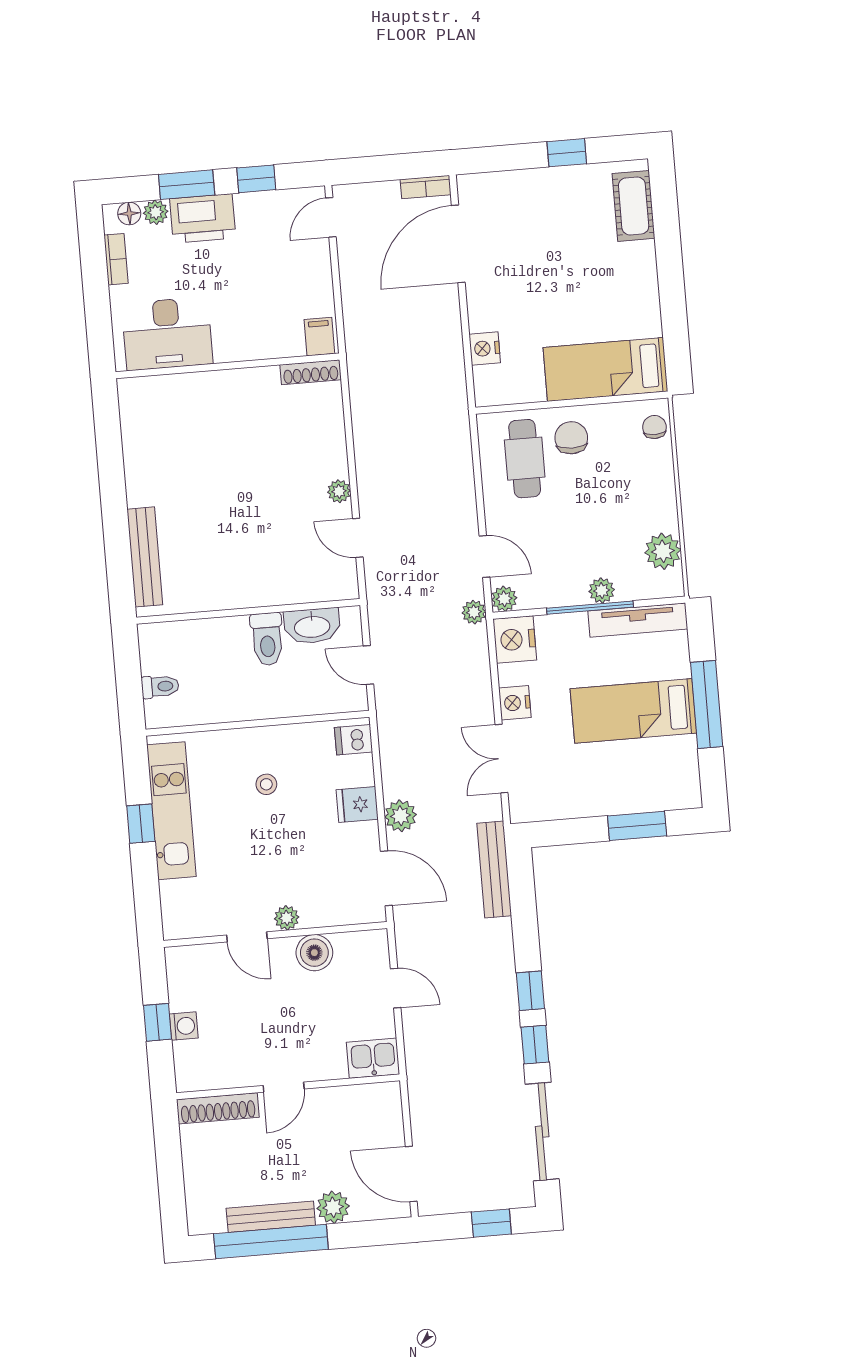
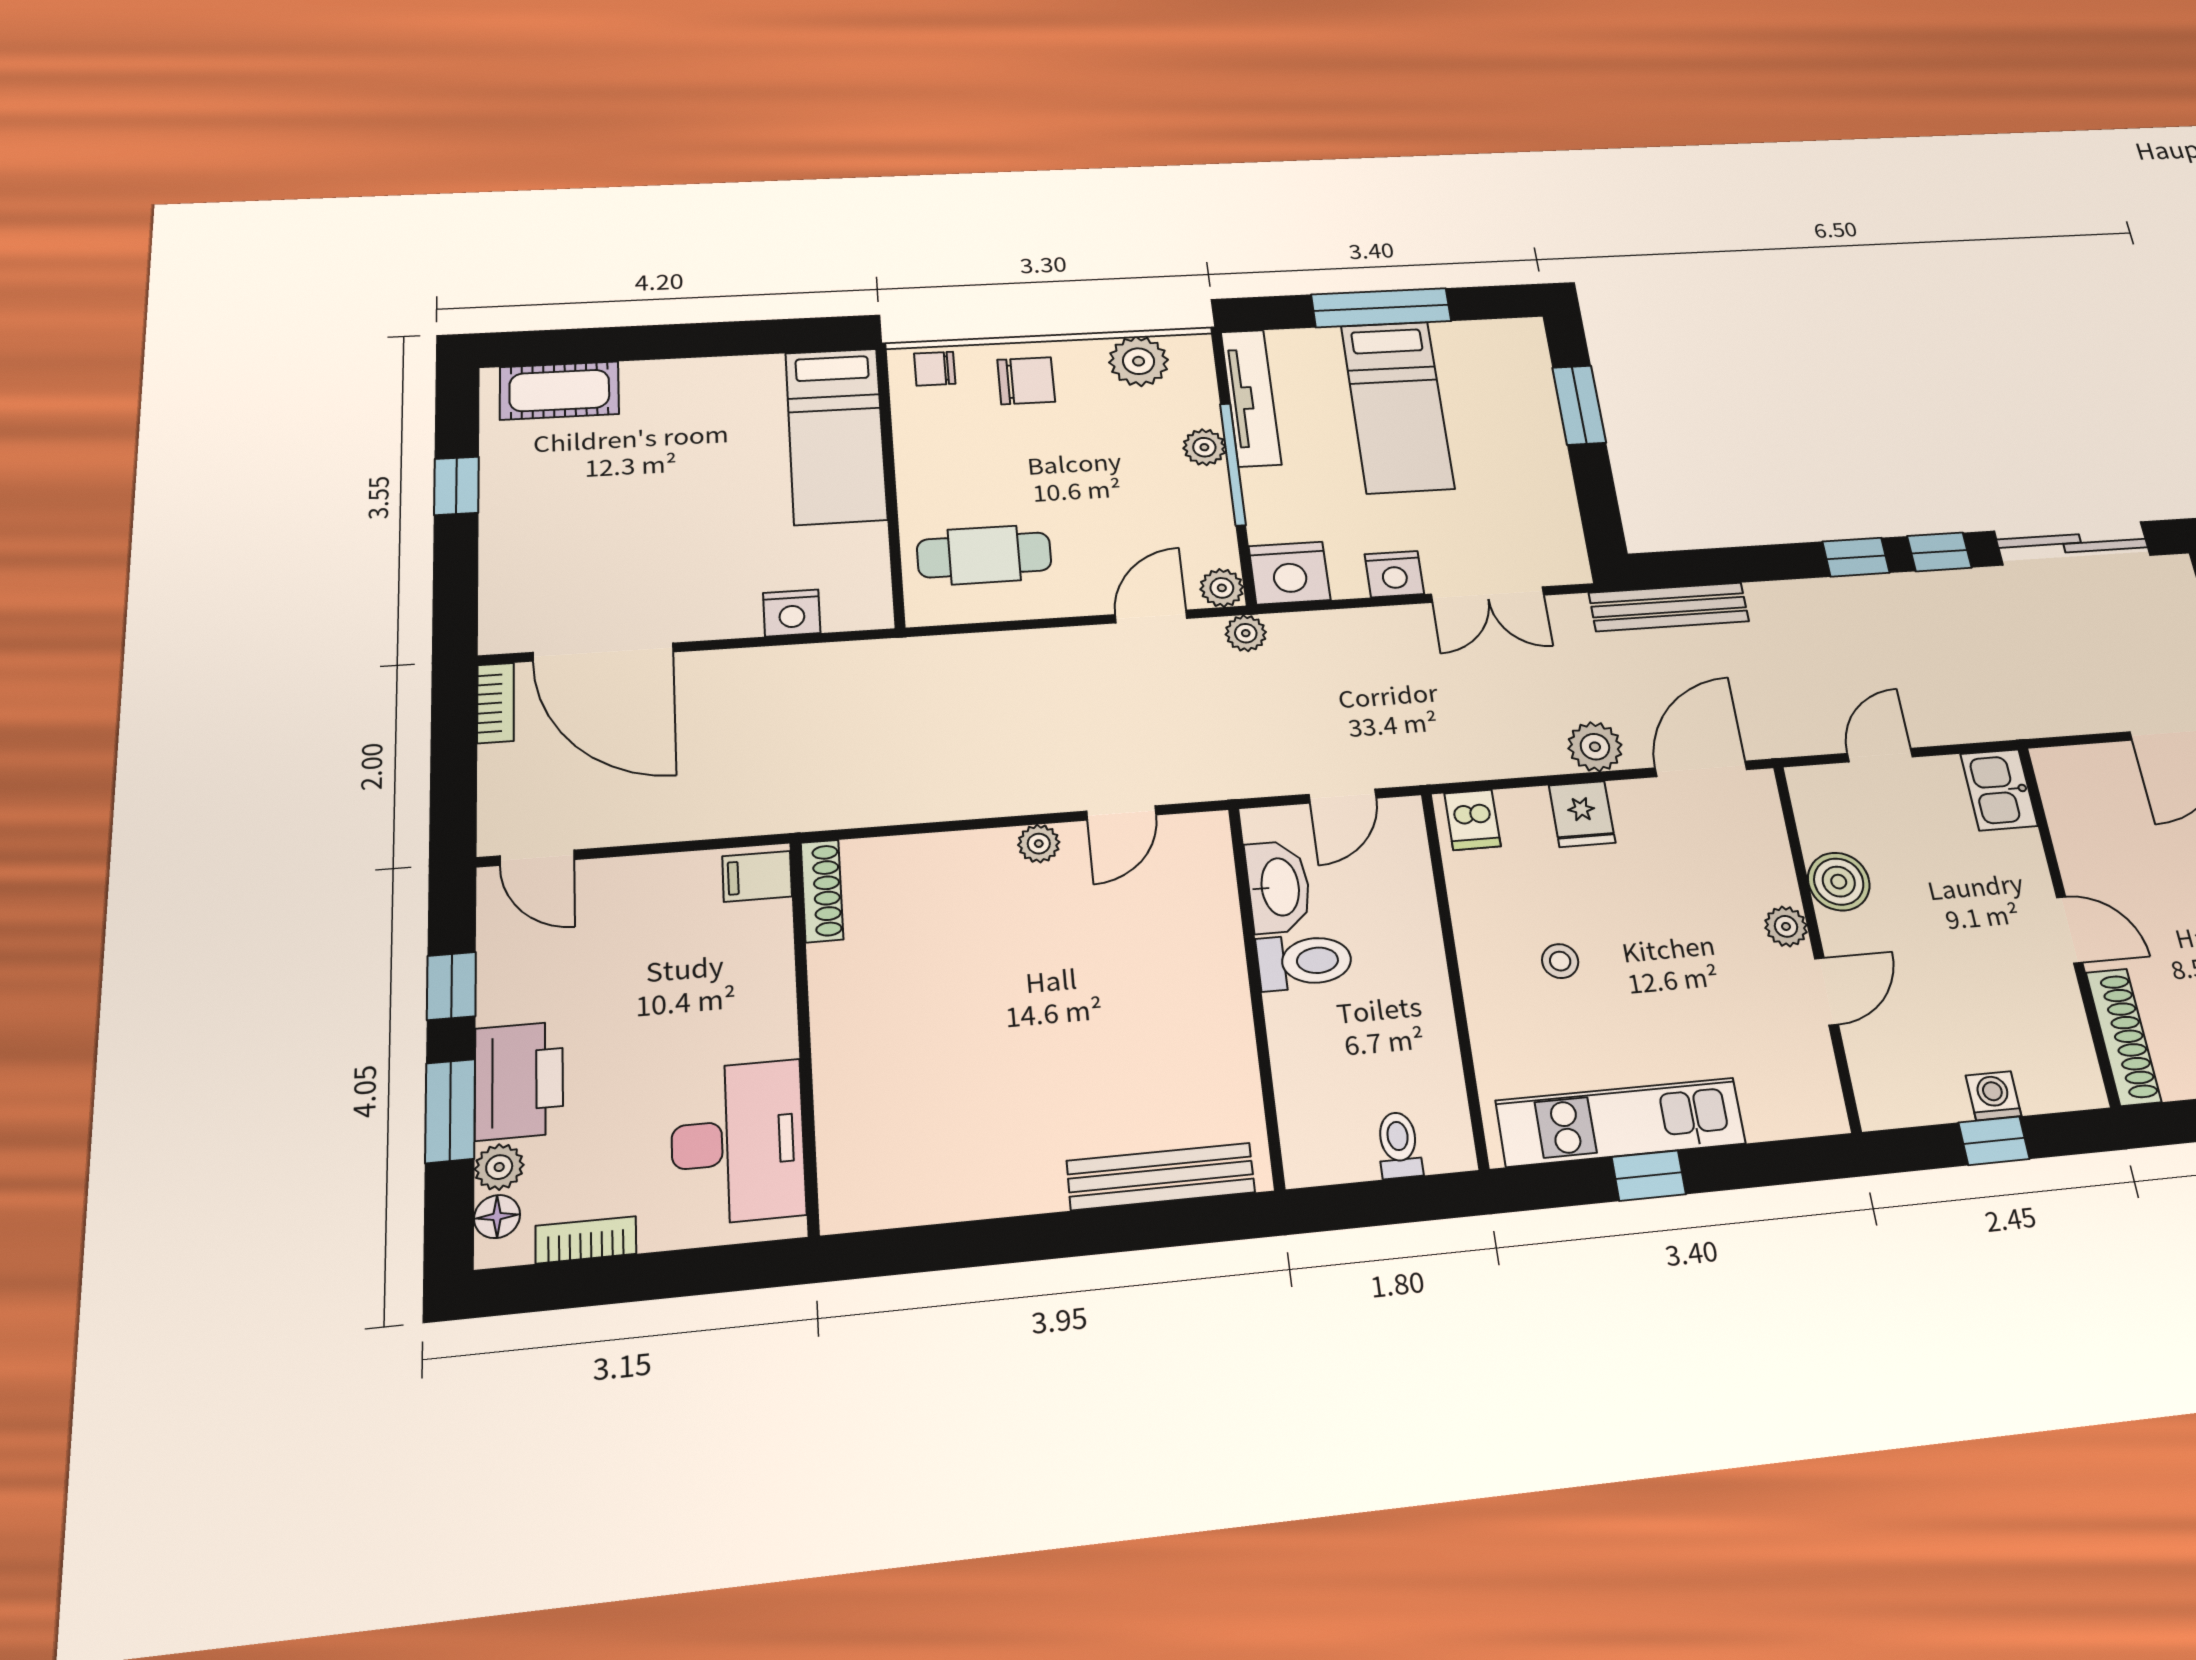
chair: (571, 438) -> (1026, 381), moved, turned 180

